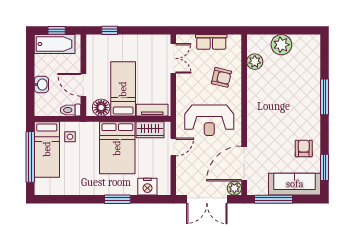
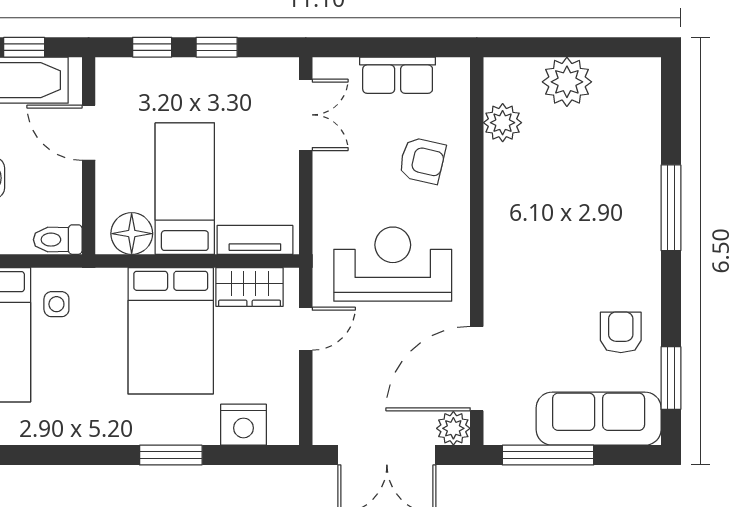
window: (136, 30) -> (217, 47), added
door: (83, 85) -> (89, 133), moved
reception desk: (209, 120) -> (393, 264), turned 180

